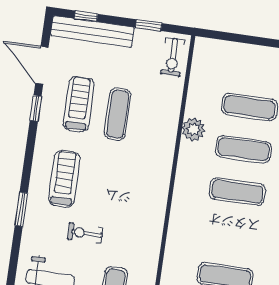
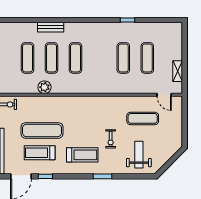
exercise mat: (118, 114) -> (42, 130), width x1.36, depth x1.45
treadmill: (64, 179) -> (82, 155), turned 180

